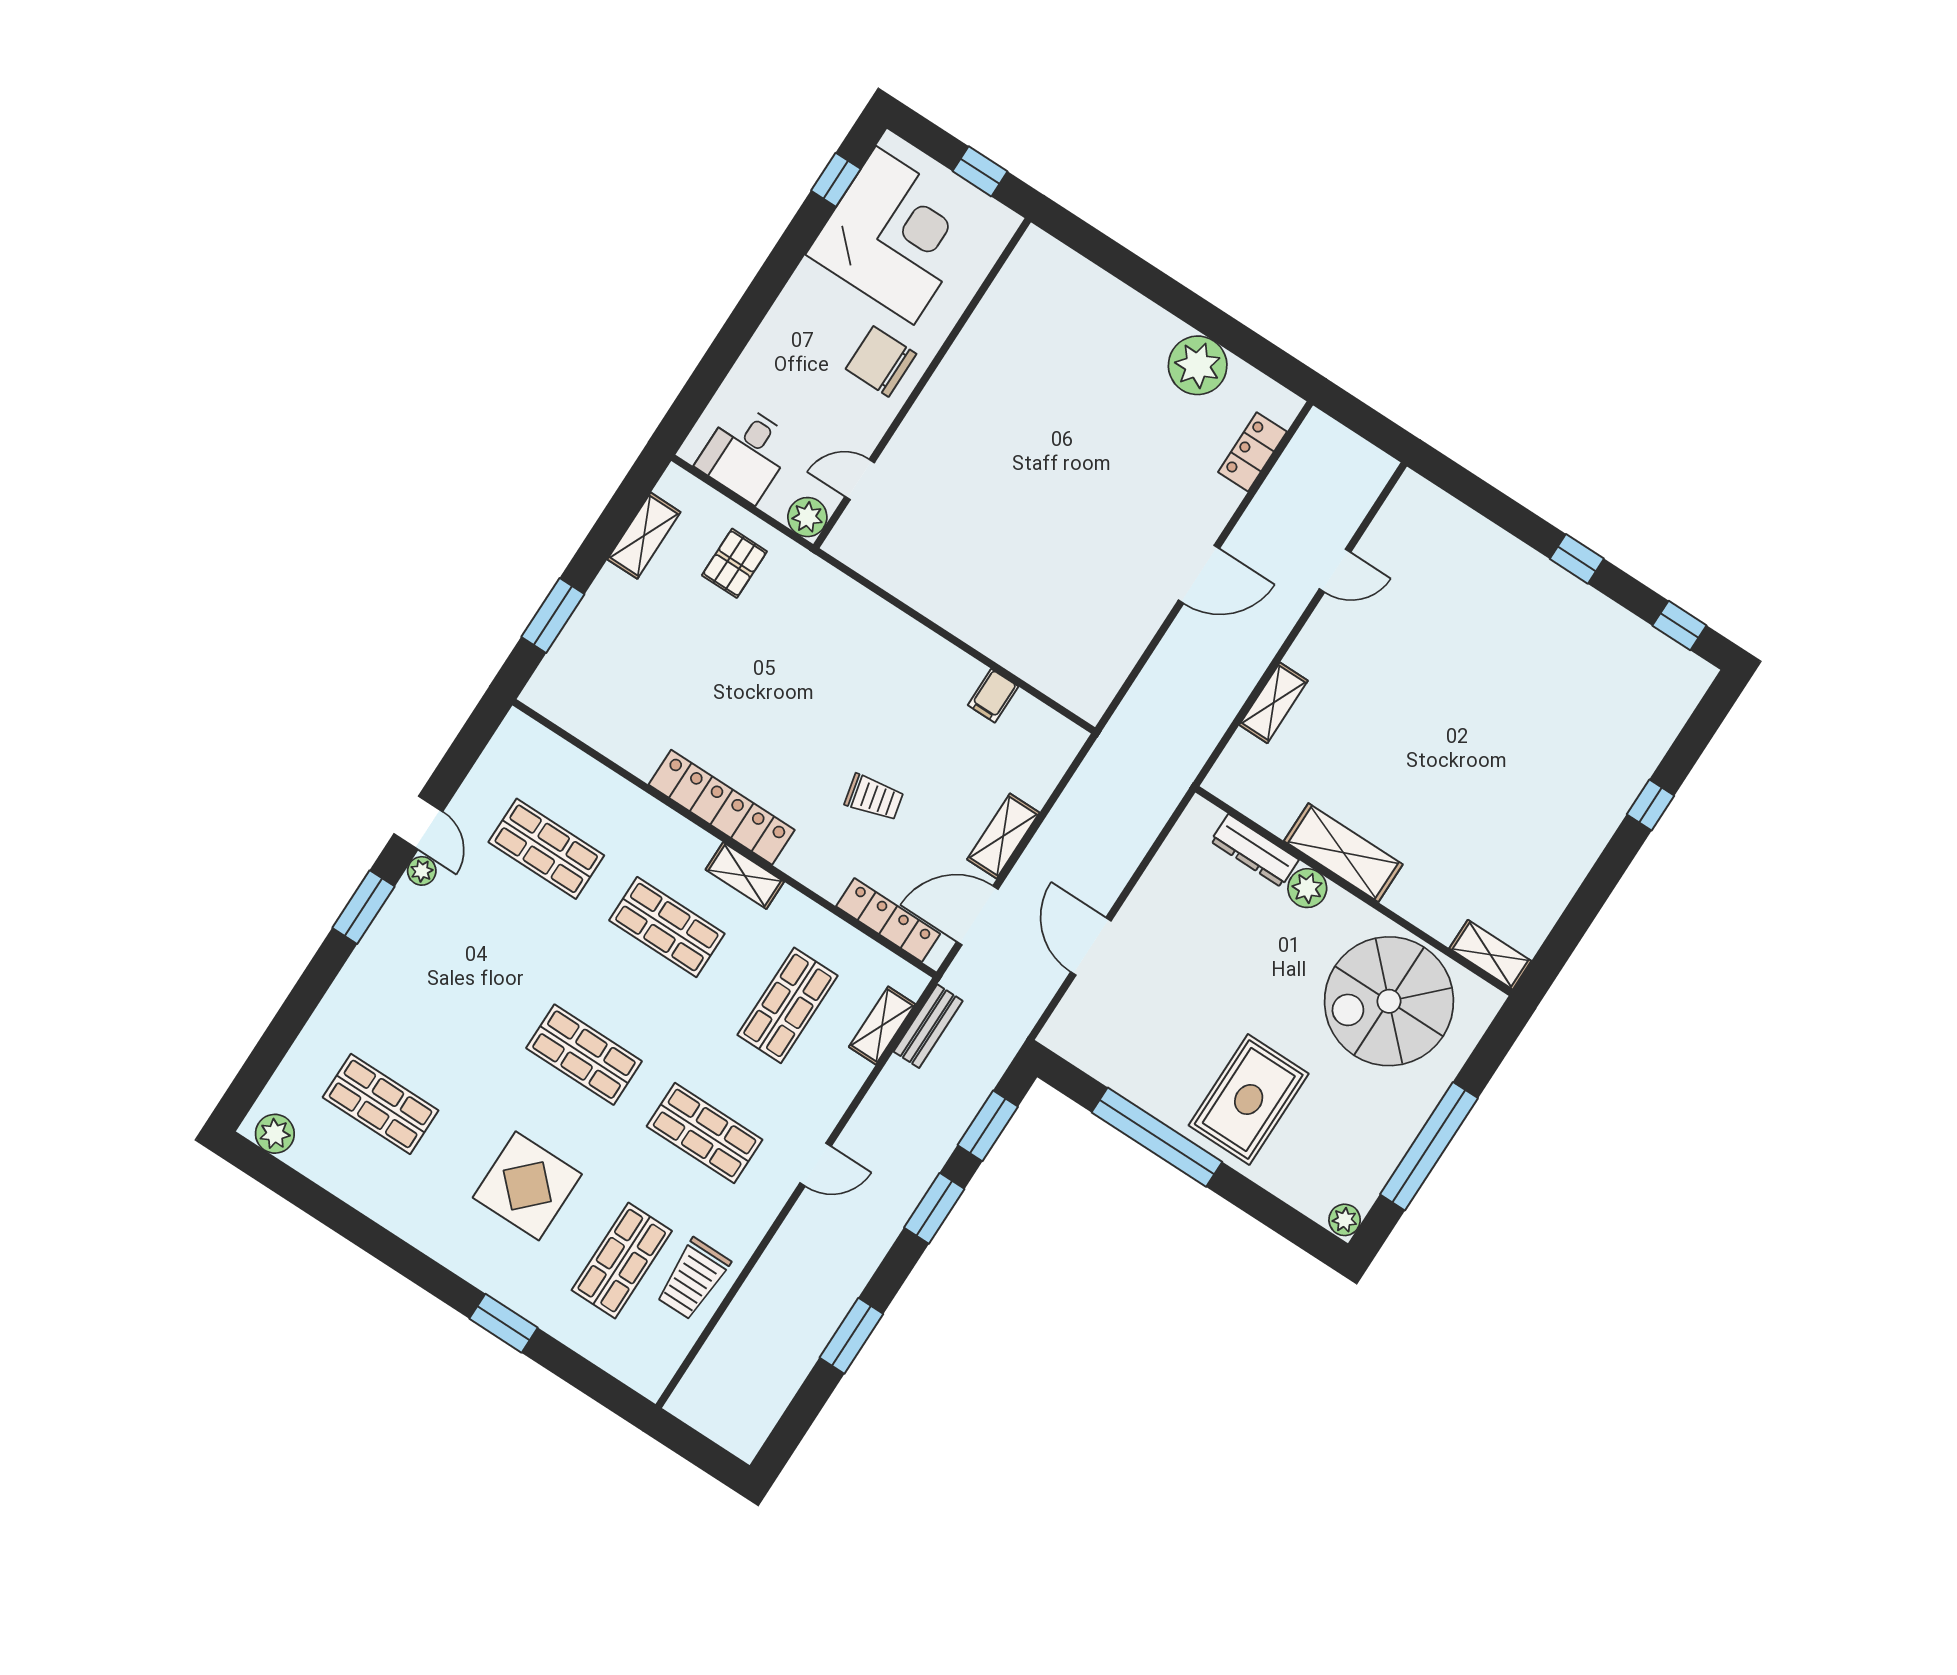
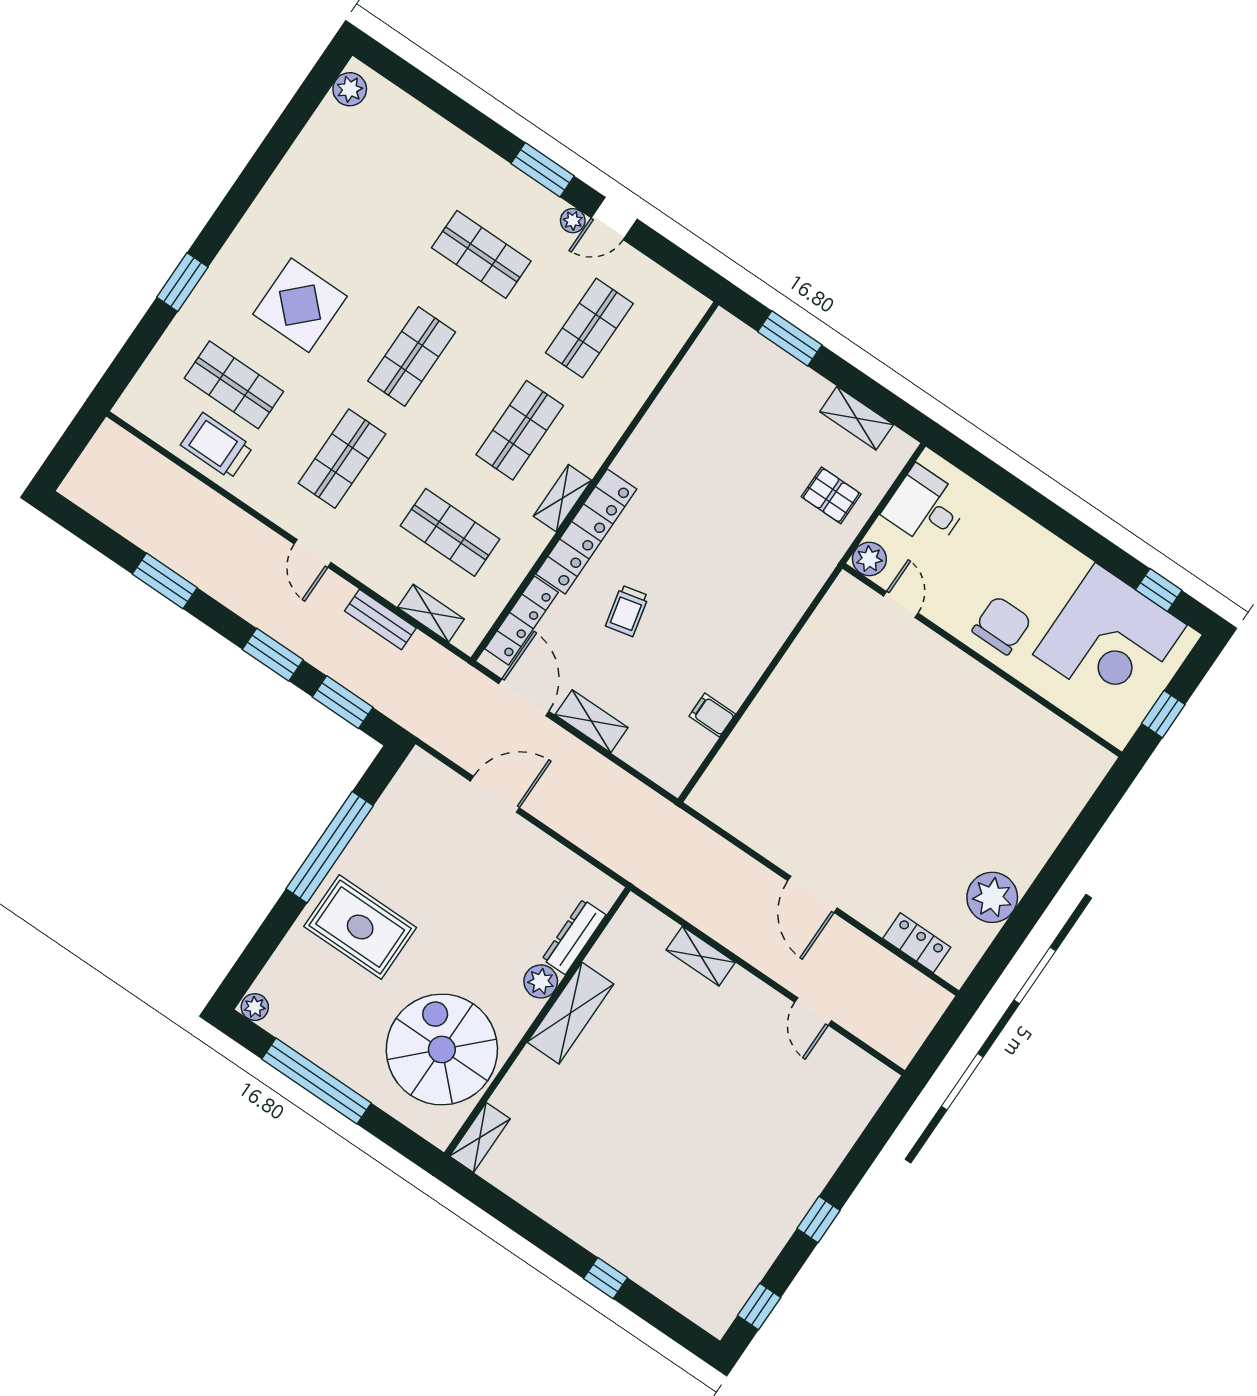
locker: (722, 807) -> (586, 531), moved
bench: (928, 1026) -> (380, 619), moved
shop shelf: (381, 1104) -> (481, 254), moved, turned 90

